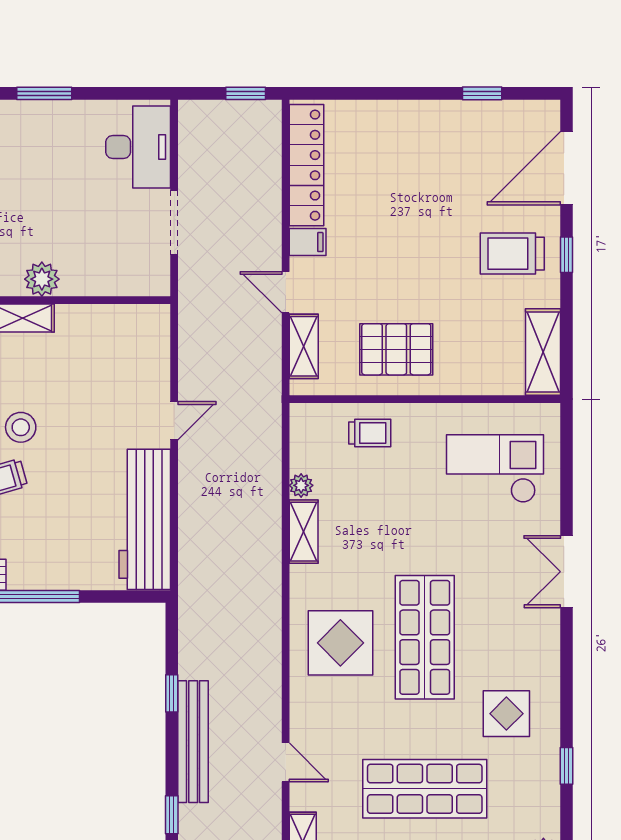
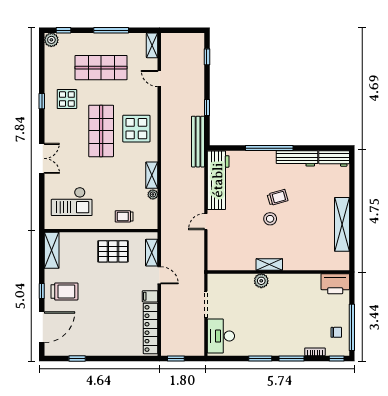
bench: (193, 742) -> (198, 142), moved
window: (566, 766) -> (42, 101), moved

